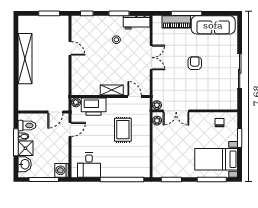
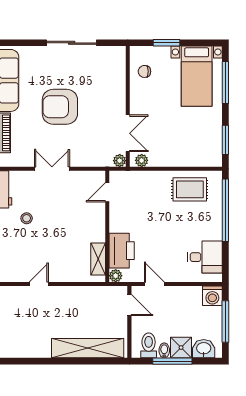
shelving: (25, 59) -> (88, 348), moved
armchair: (195, 63) -> (60, 107), width x1.88, depth x1.88
shelving: (112, 90) -> (98, 259), moved
rug: (123, 130) -> (190, 189), moved

